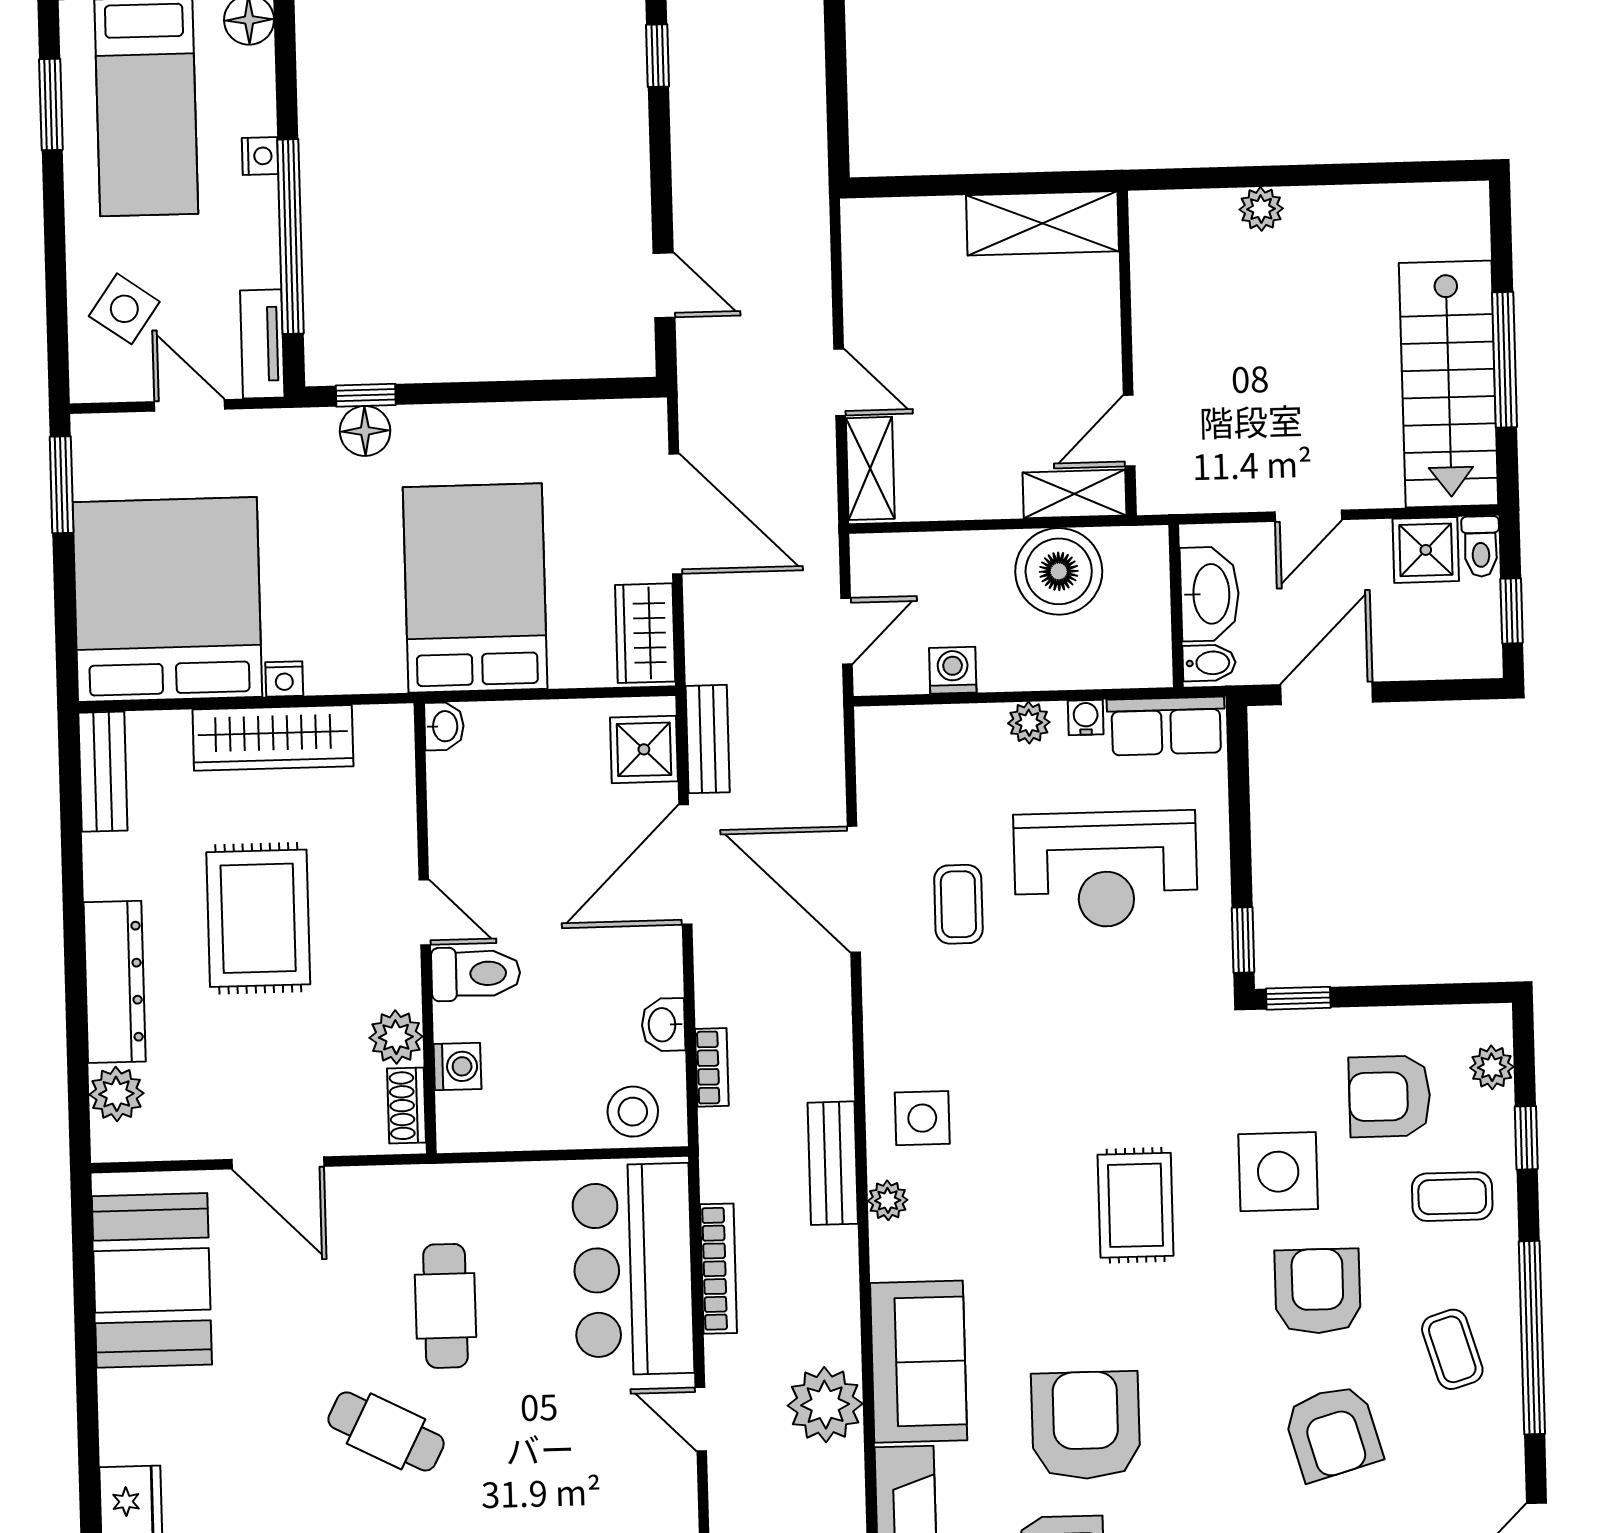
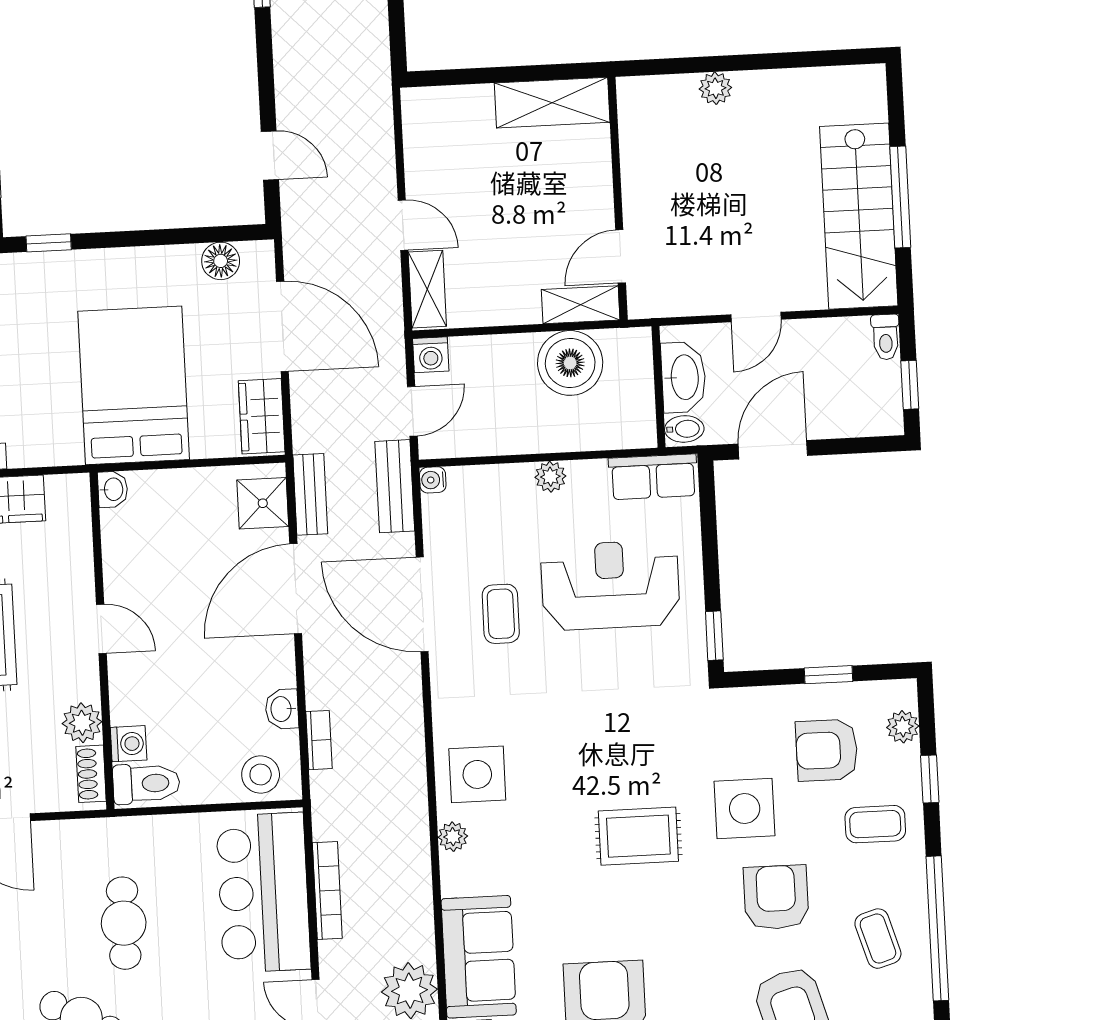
floor lamp: (365, 431) -> (221, 261), moved
shower: (1426, 550) -> (845, 341), removed
washing machine: (953, 670) -> (431, 355), moved, turned 180
water cooler: (1086, 717) -> (433, 480), moved, turned -90
reception desk: (1106, 869) -> (610, 585), turned 180
toilet: (476, 974) -> (146, 783), moved
window: (1298, 998) -> (828, 675), moved
side table: (922, 1118) -> (477, 774), width x1.37, depth x1.37
bench: (833, 1163) -> (395, 486), moved
rug: (1136, 1205) -> (638, 836), turned 90

